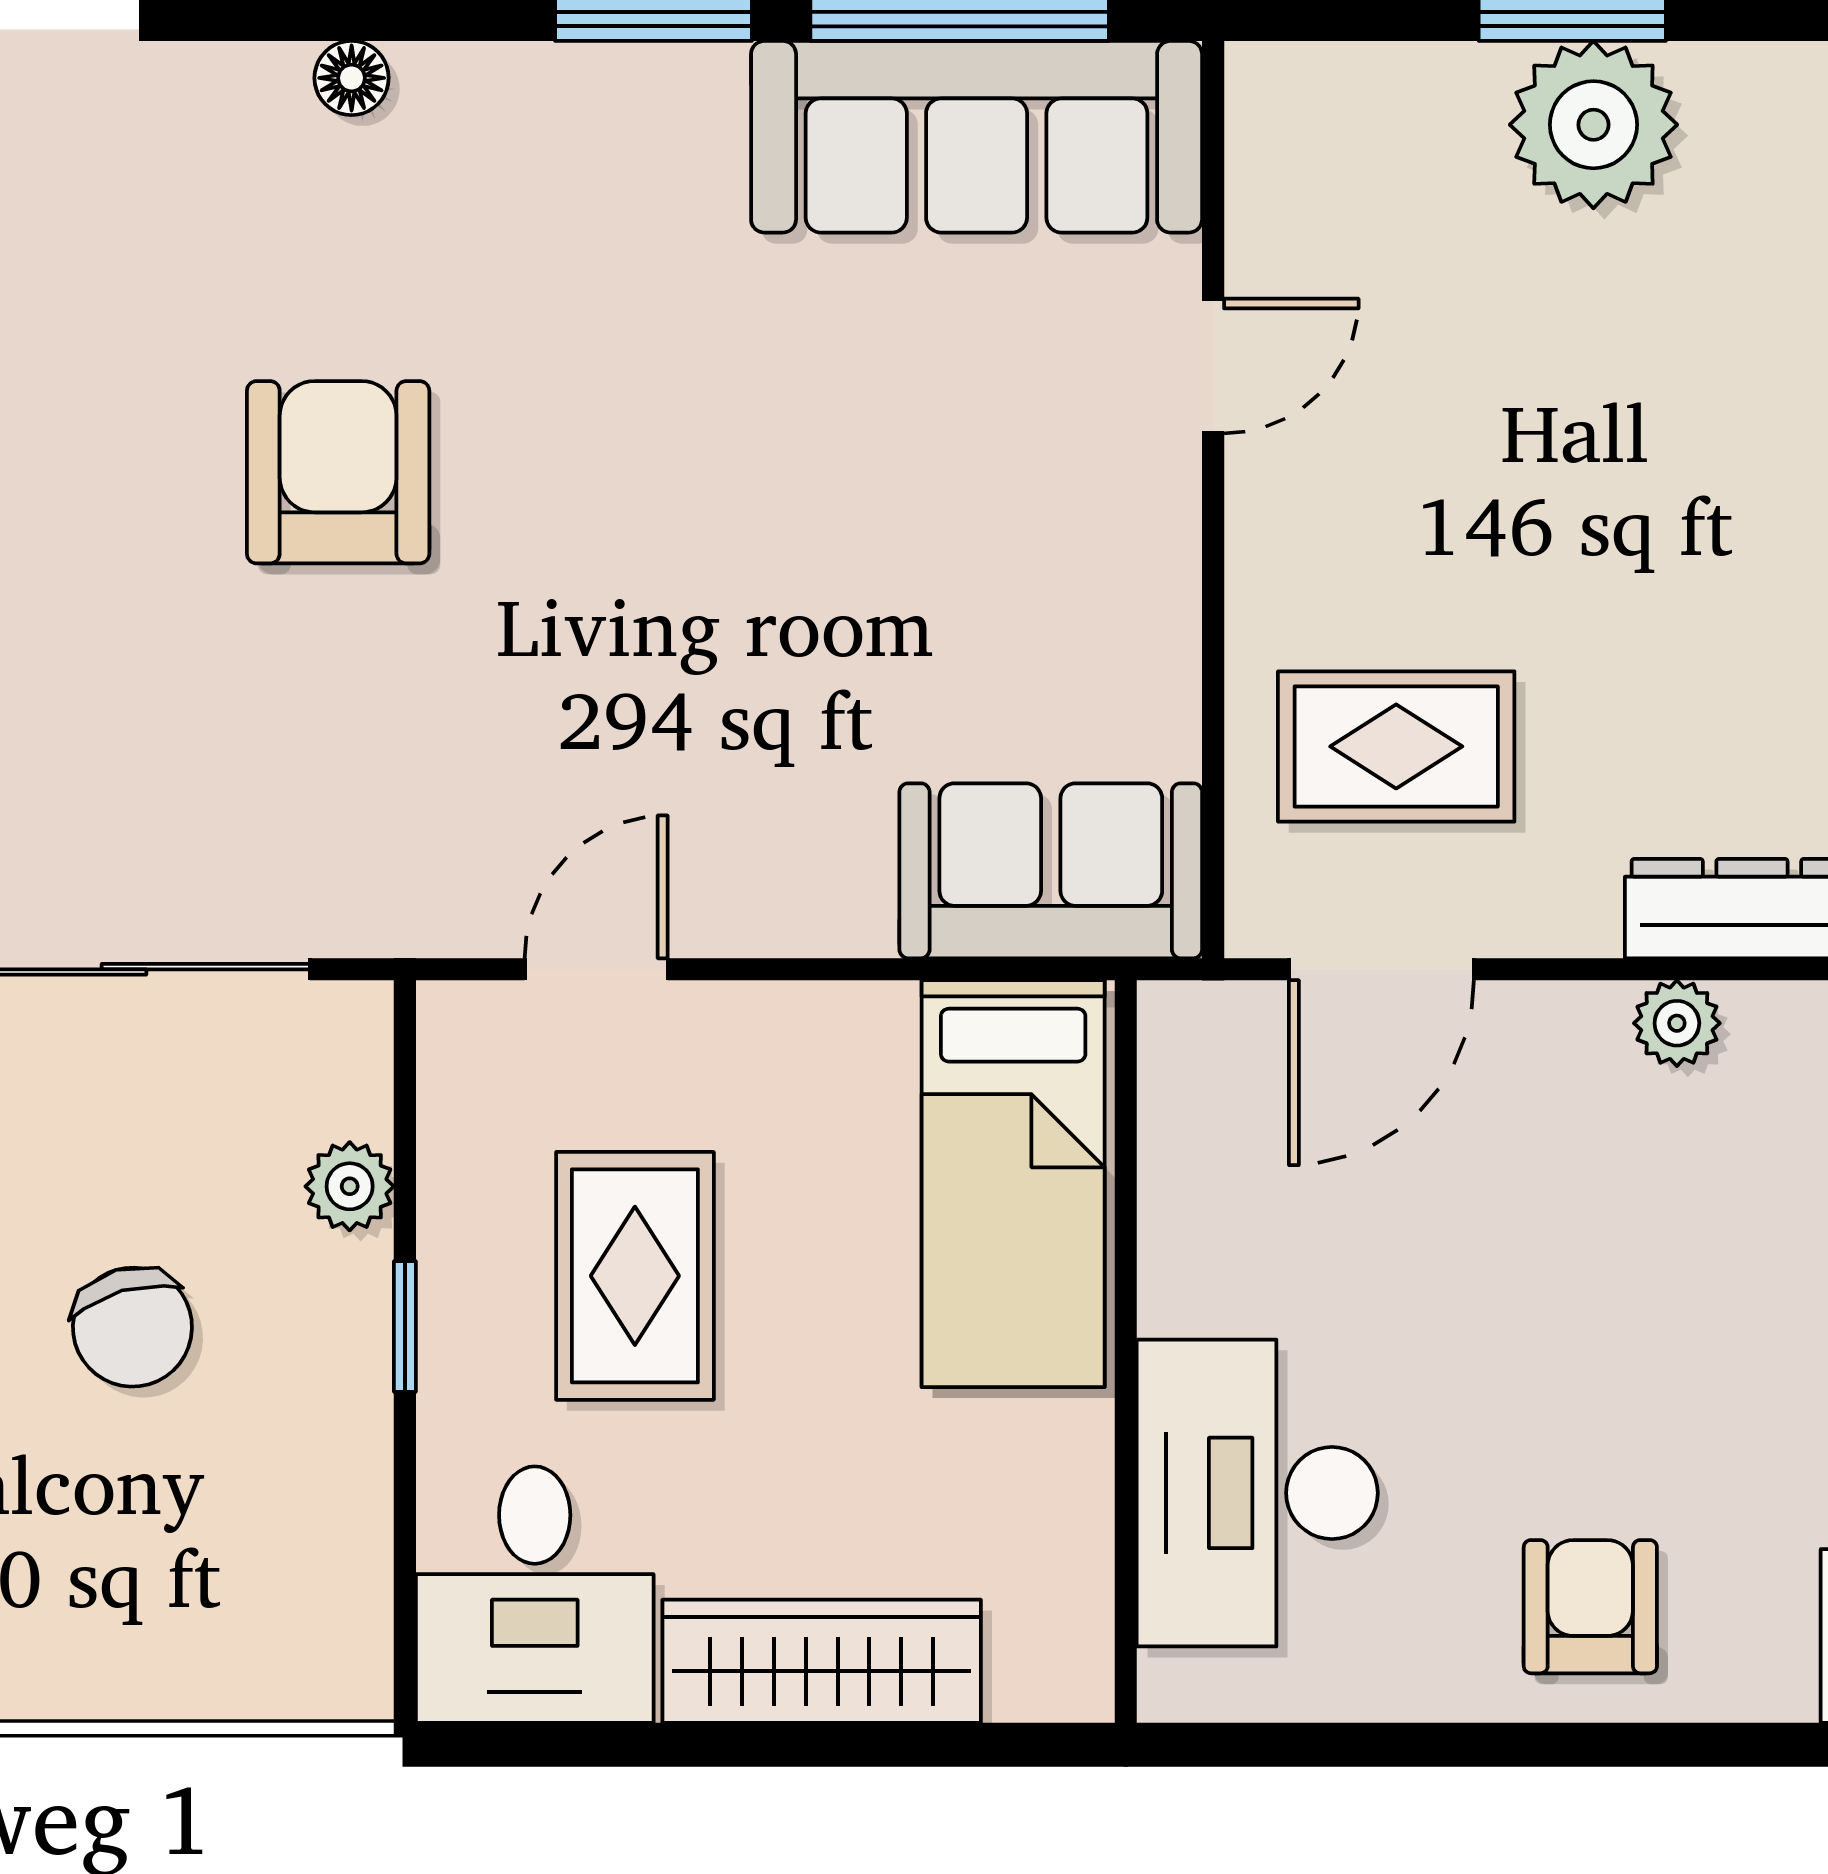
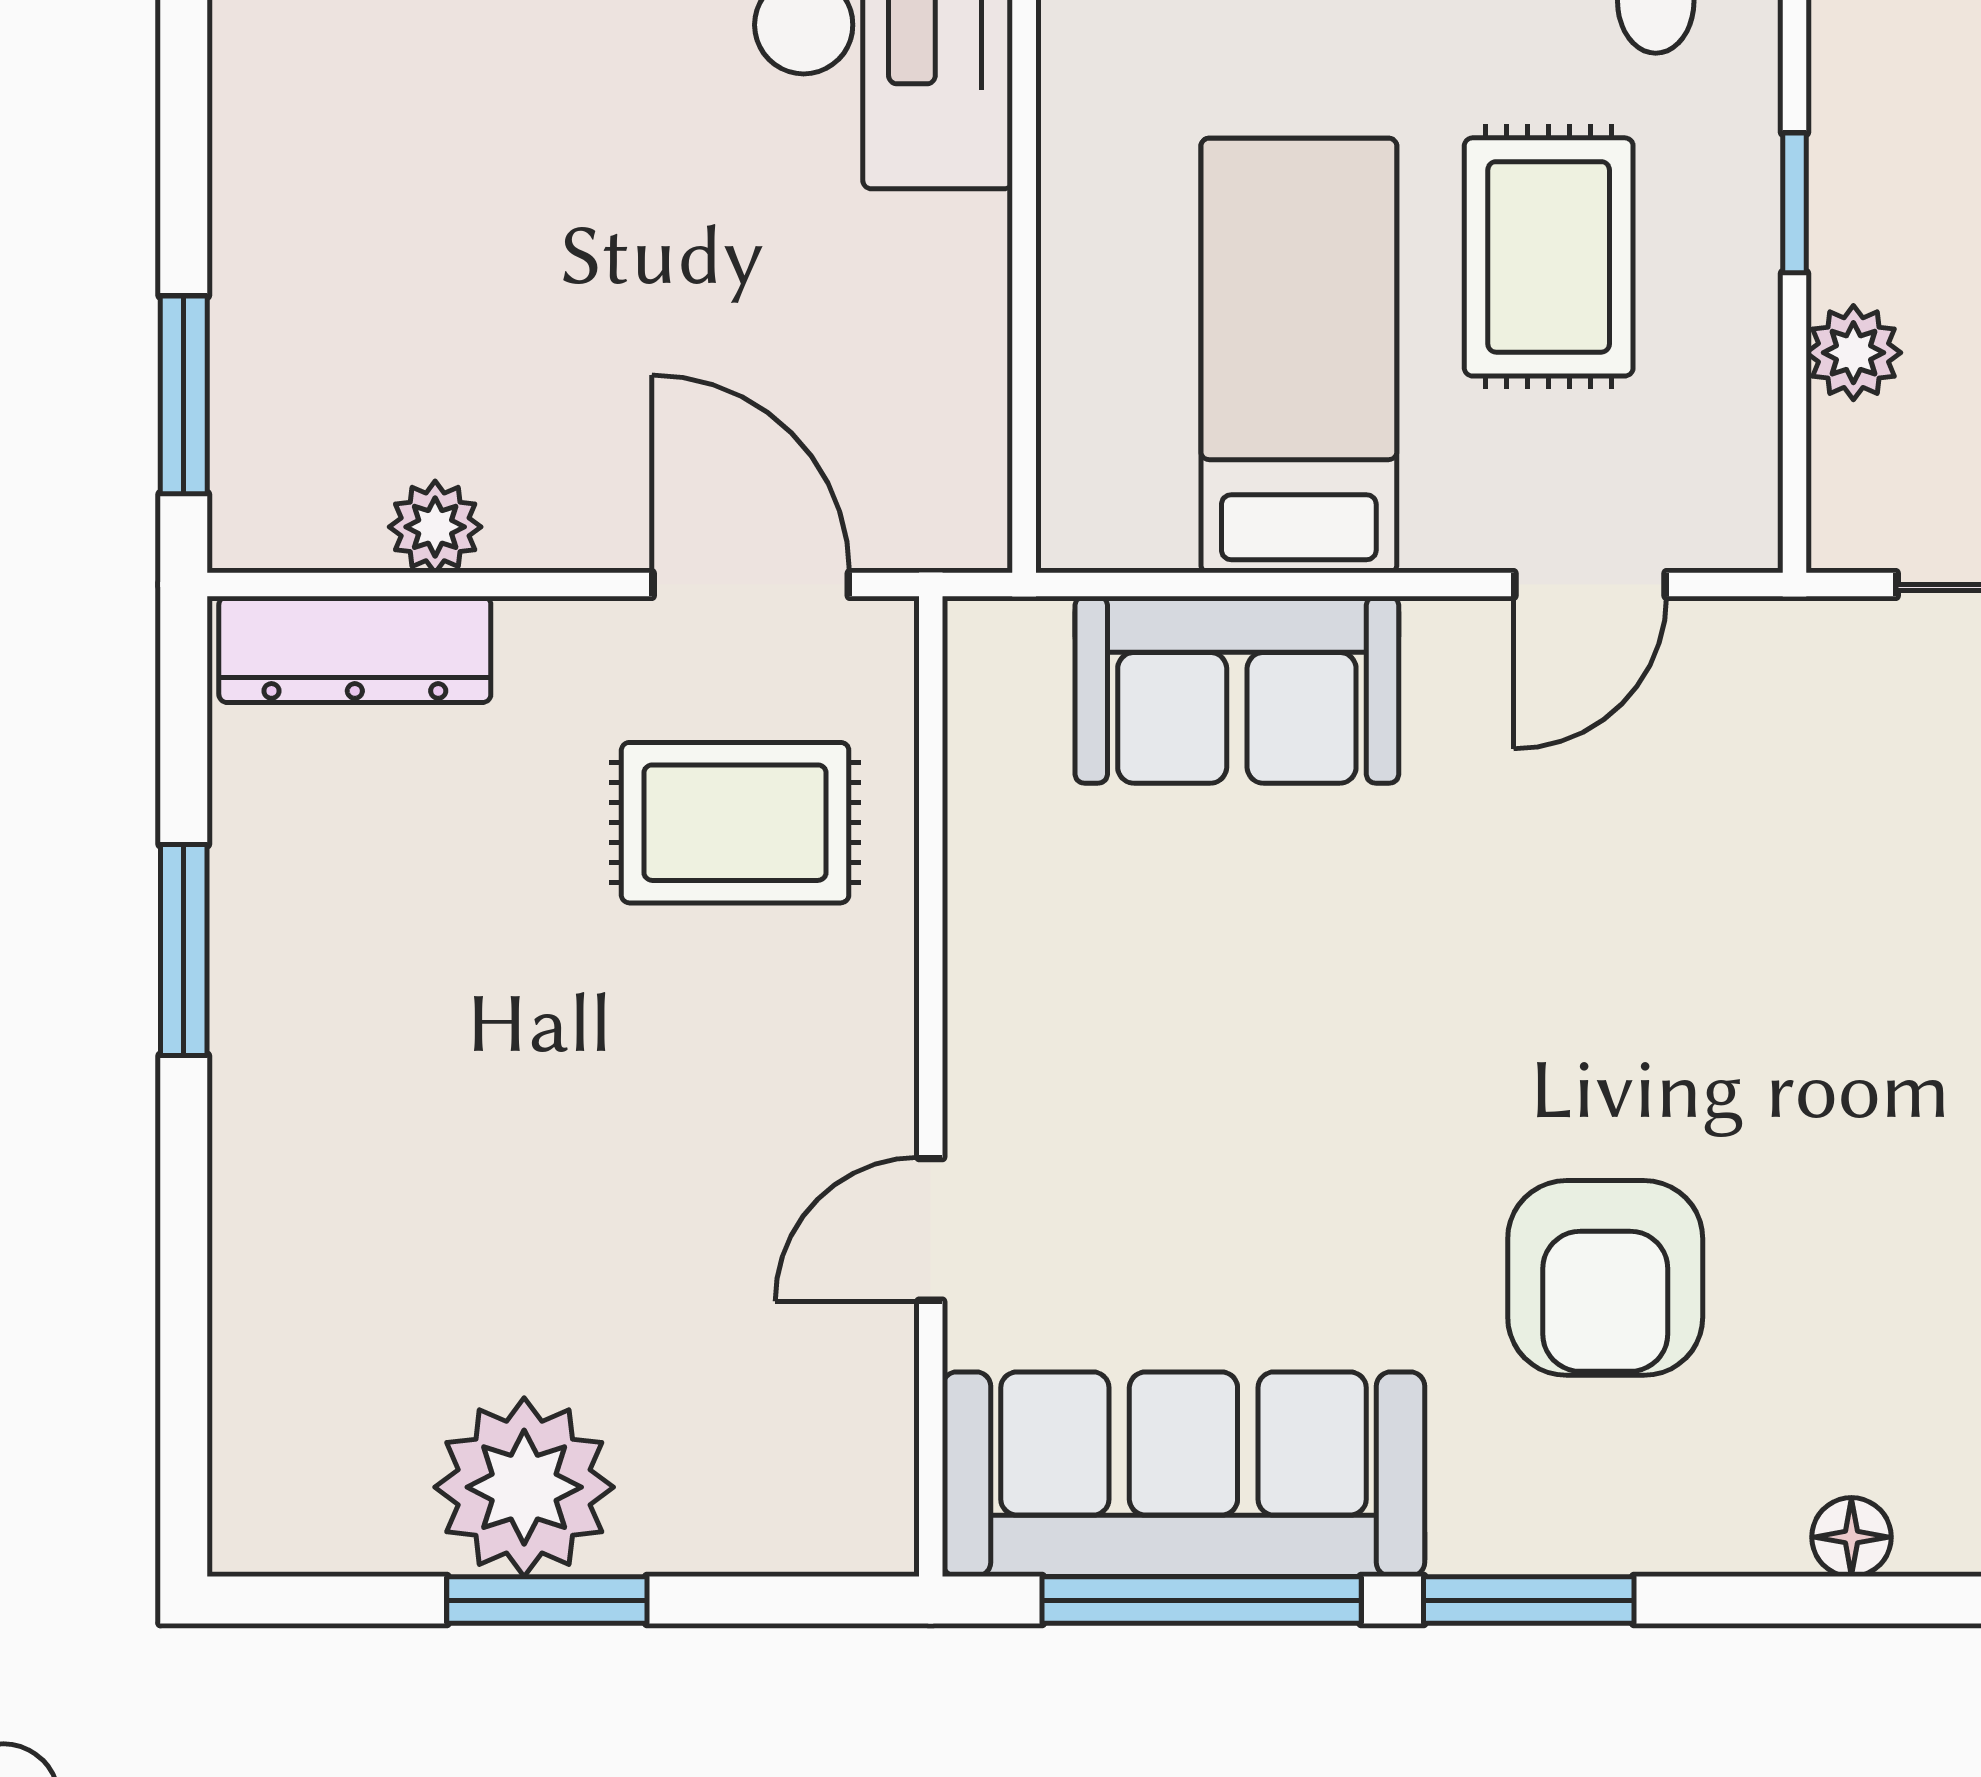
armchair: (338, 472) -> (1605, 1278), moved
sofa: (1051, 871) -> (1237, 690), moved
door: (1381, 969) -> (751, 585), hinge flipped
bed: (1013, 1184) -> (1299, 355), moved

